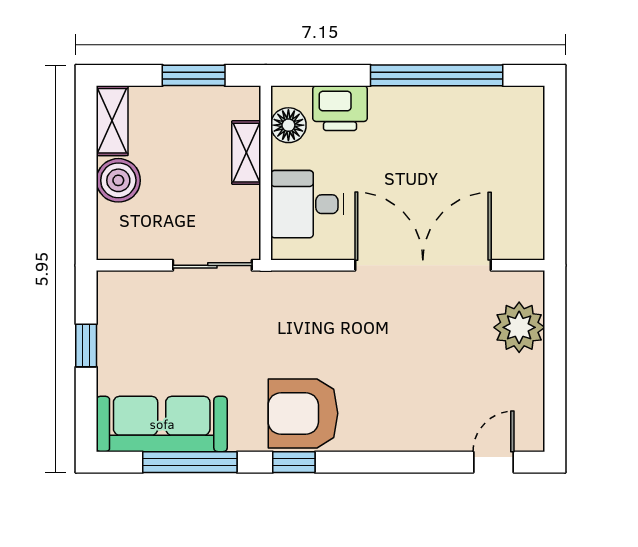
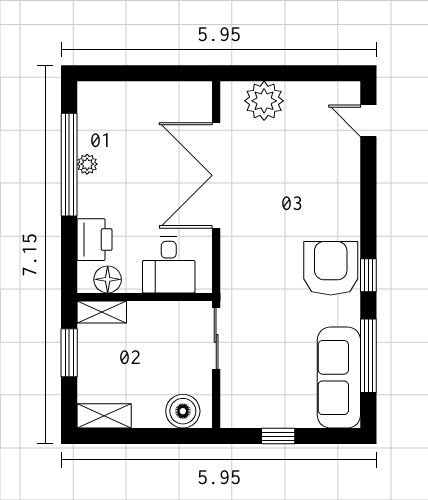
plant: (437, 99) -> (87, 164), added
shelving: (246, 153) -> (102, 312), moved
boiler: (118, 180) -> (183, 411), moved
armchair: (303, 413) -> (331, 268), turned 180

